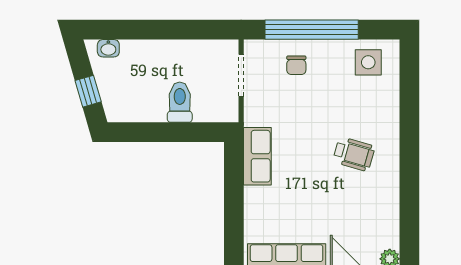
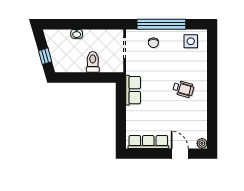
washbasin: (108, 48) -> (77, 34), moved

